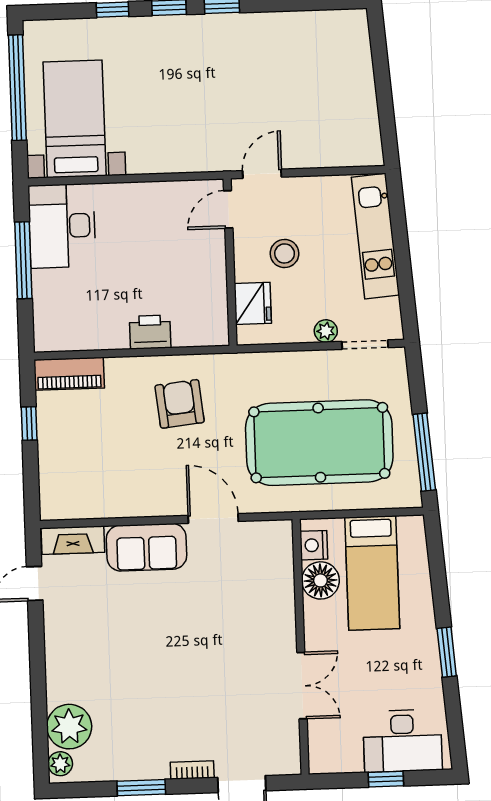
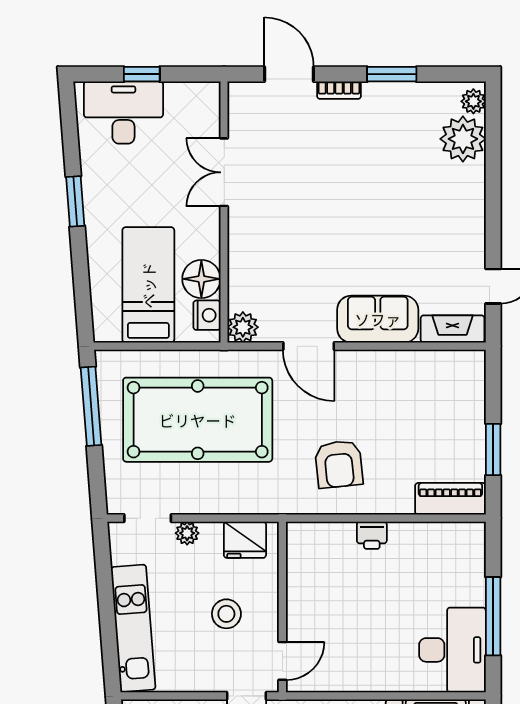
fridge: (253, 303) -> (245, 540), moved, turned -90
printer: (150, 332) -> (372, 535), width x0.73, depth x0.81
window: (29, 424) -> (493, 449), width x1.50
plant: (278, 535) -> (243, 327), added

